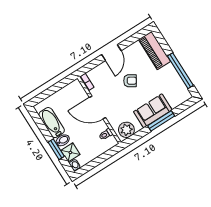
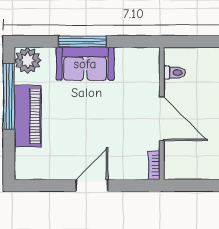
piano: (154, 51) -> (28, 116), moved
armchair: (130, 81) -> (90, 128), removed
plant: (126, 130) -> (28, 60), moved

